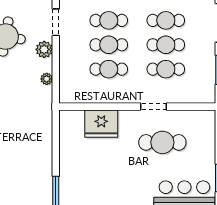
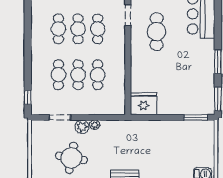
plant: (47, 79) -> (95, 125), moved
doorway: (153, 107) -> (128, 15), moved
fridge: (101, 124) -> (143, 104), moved, turned -90

